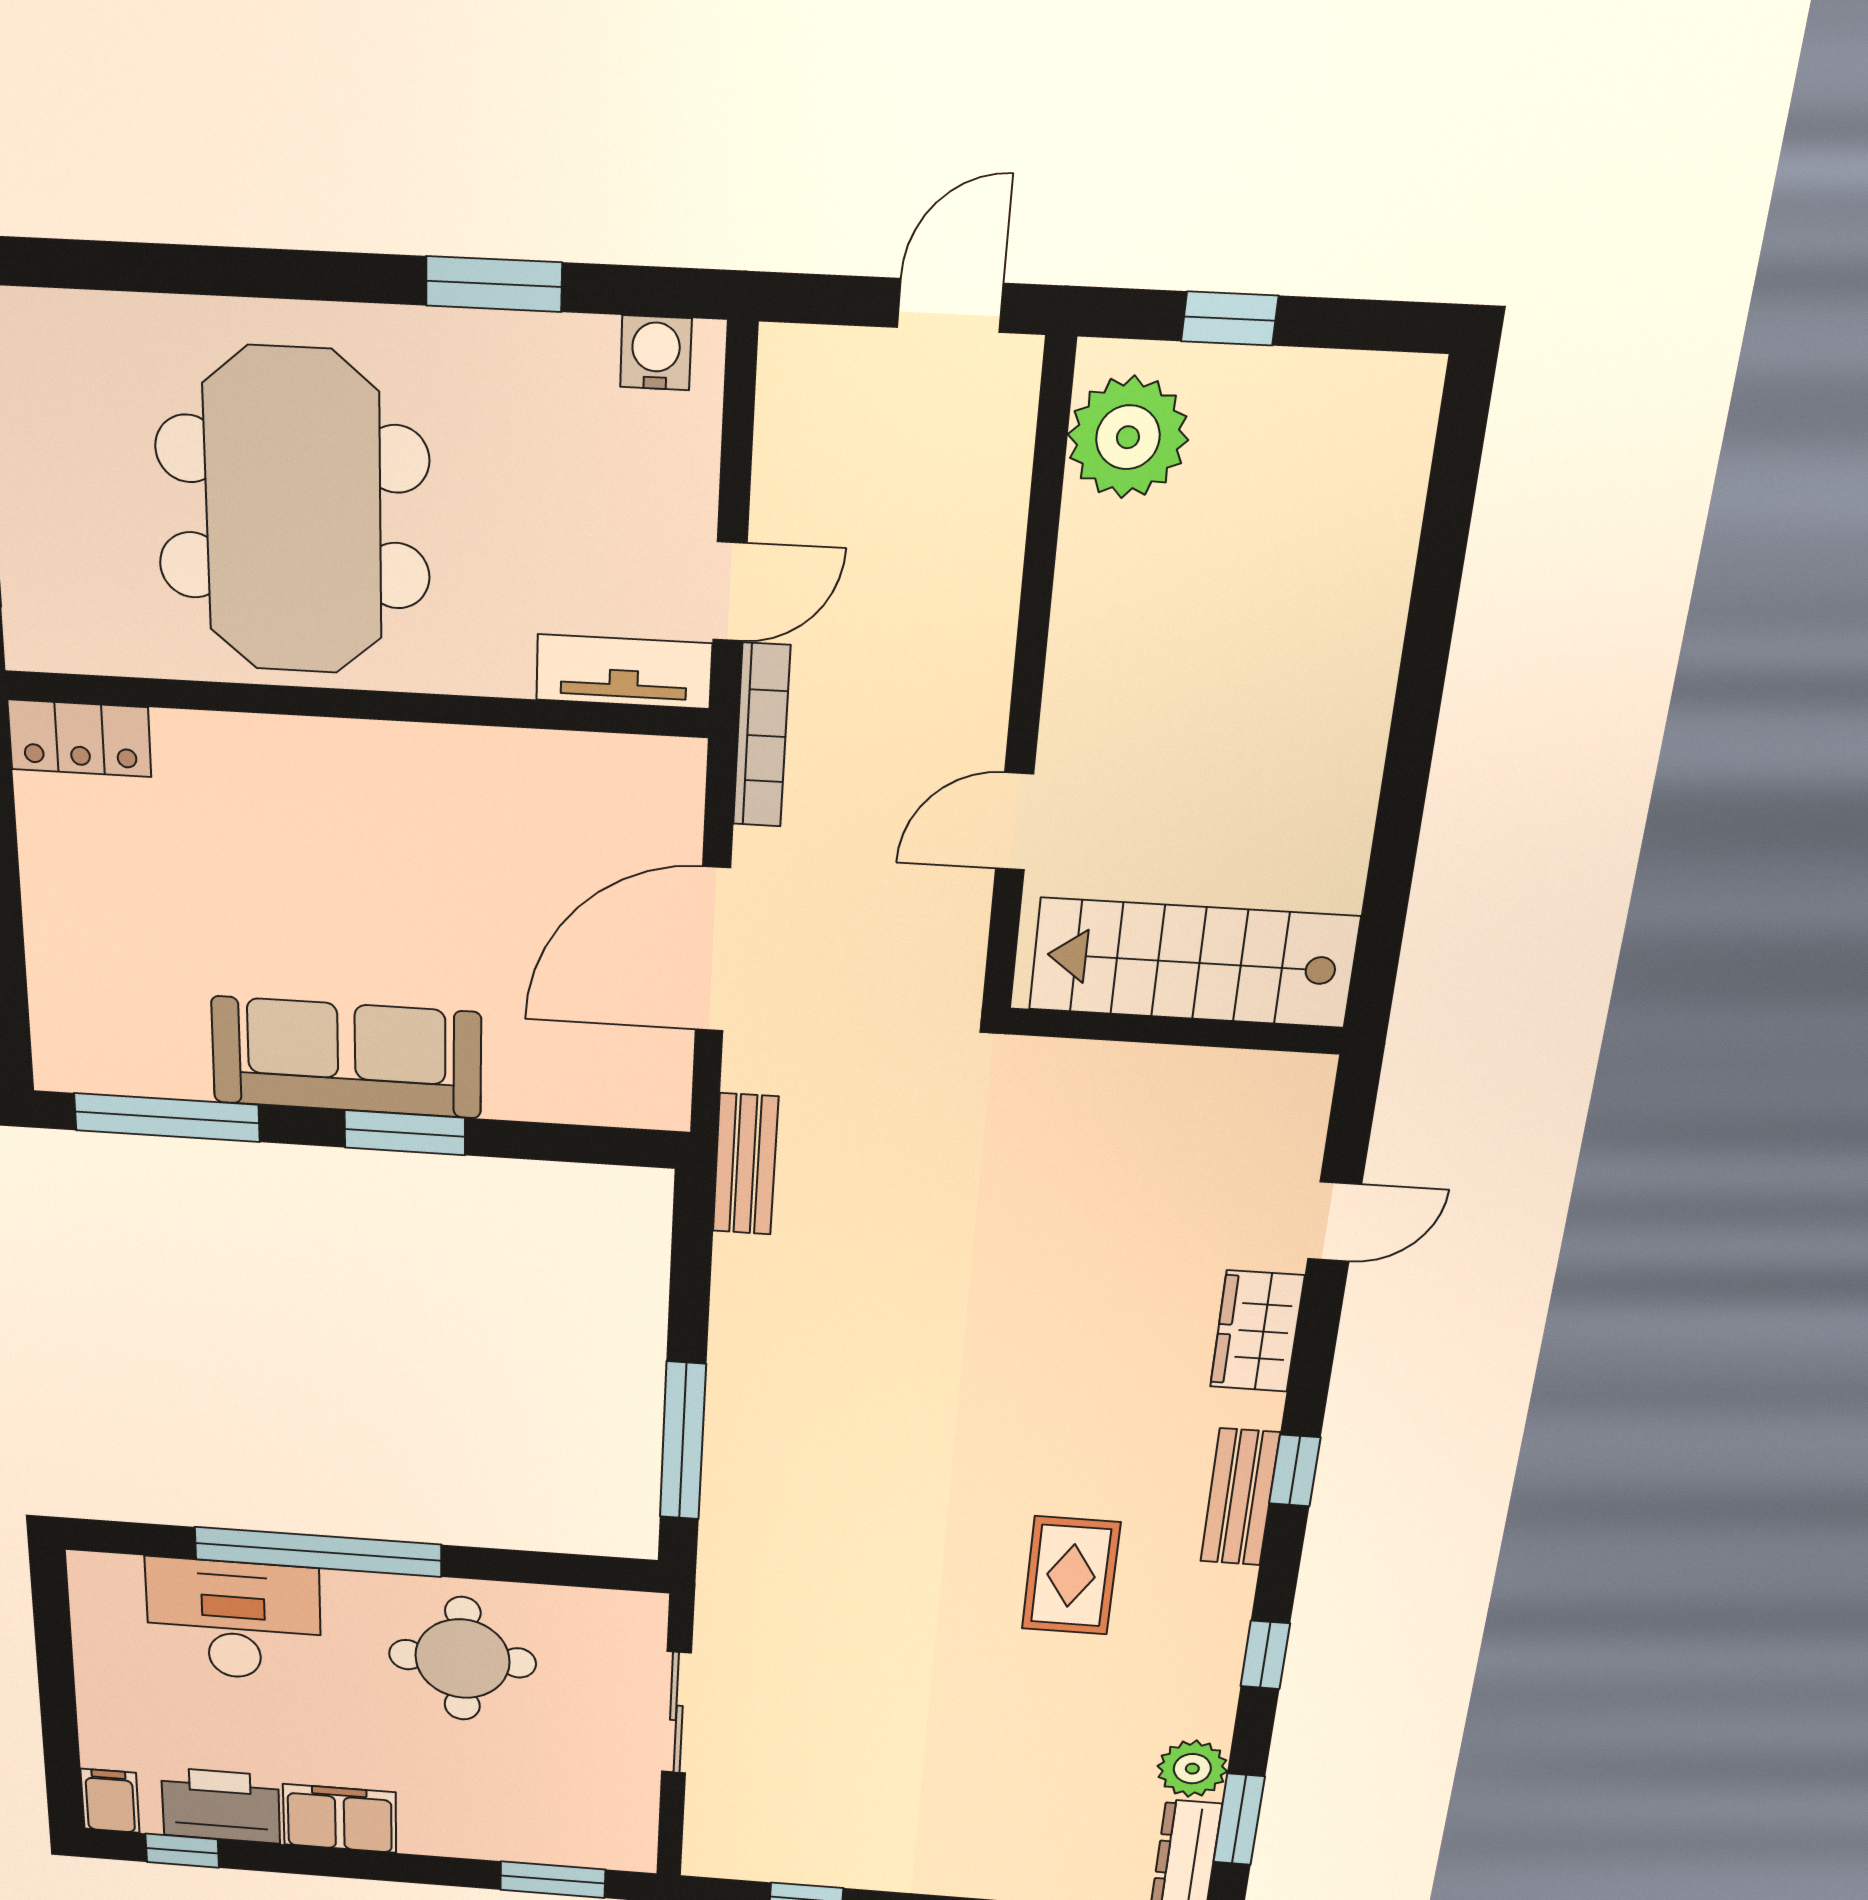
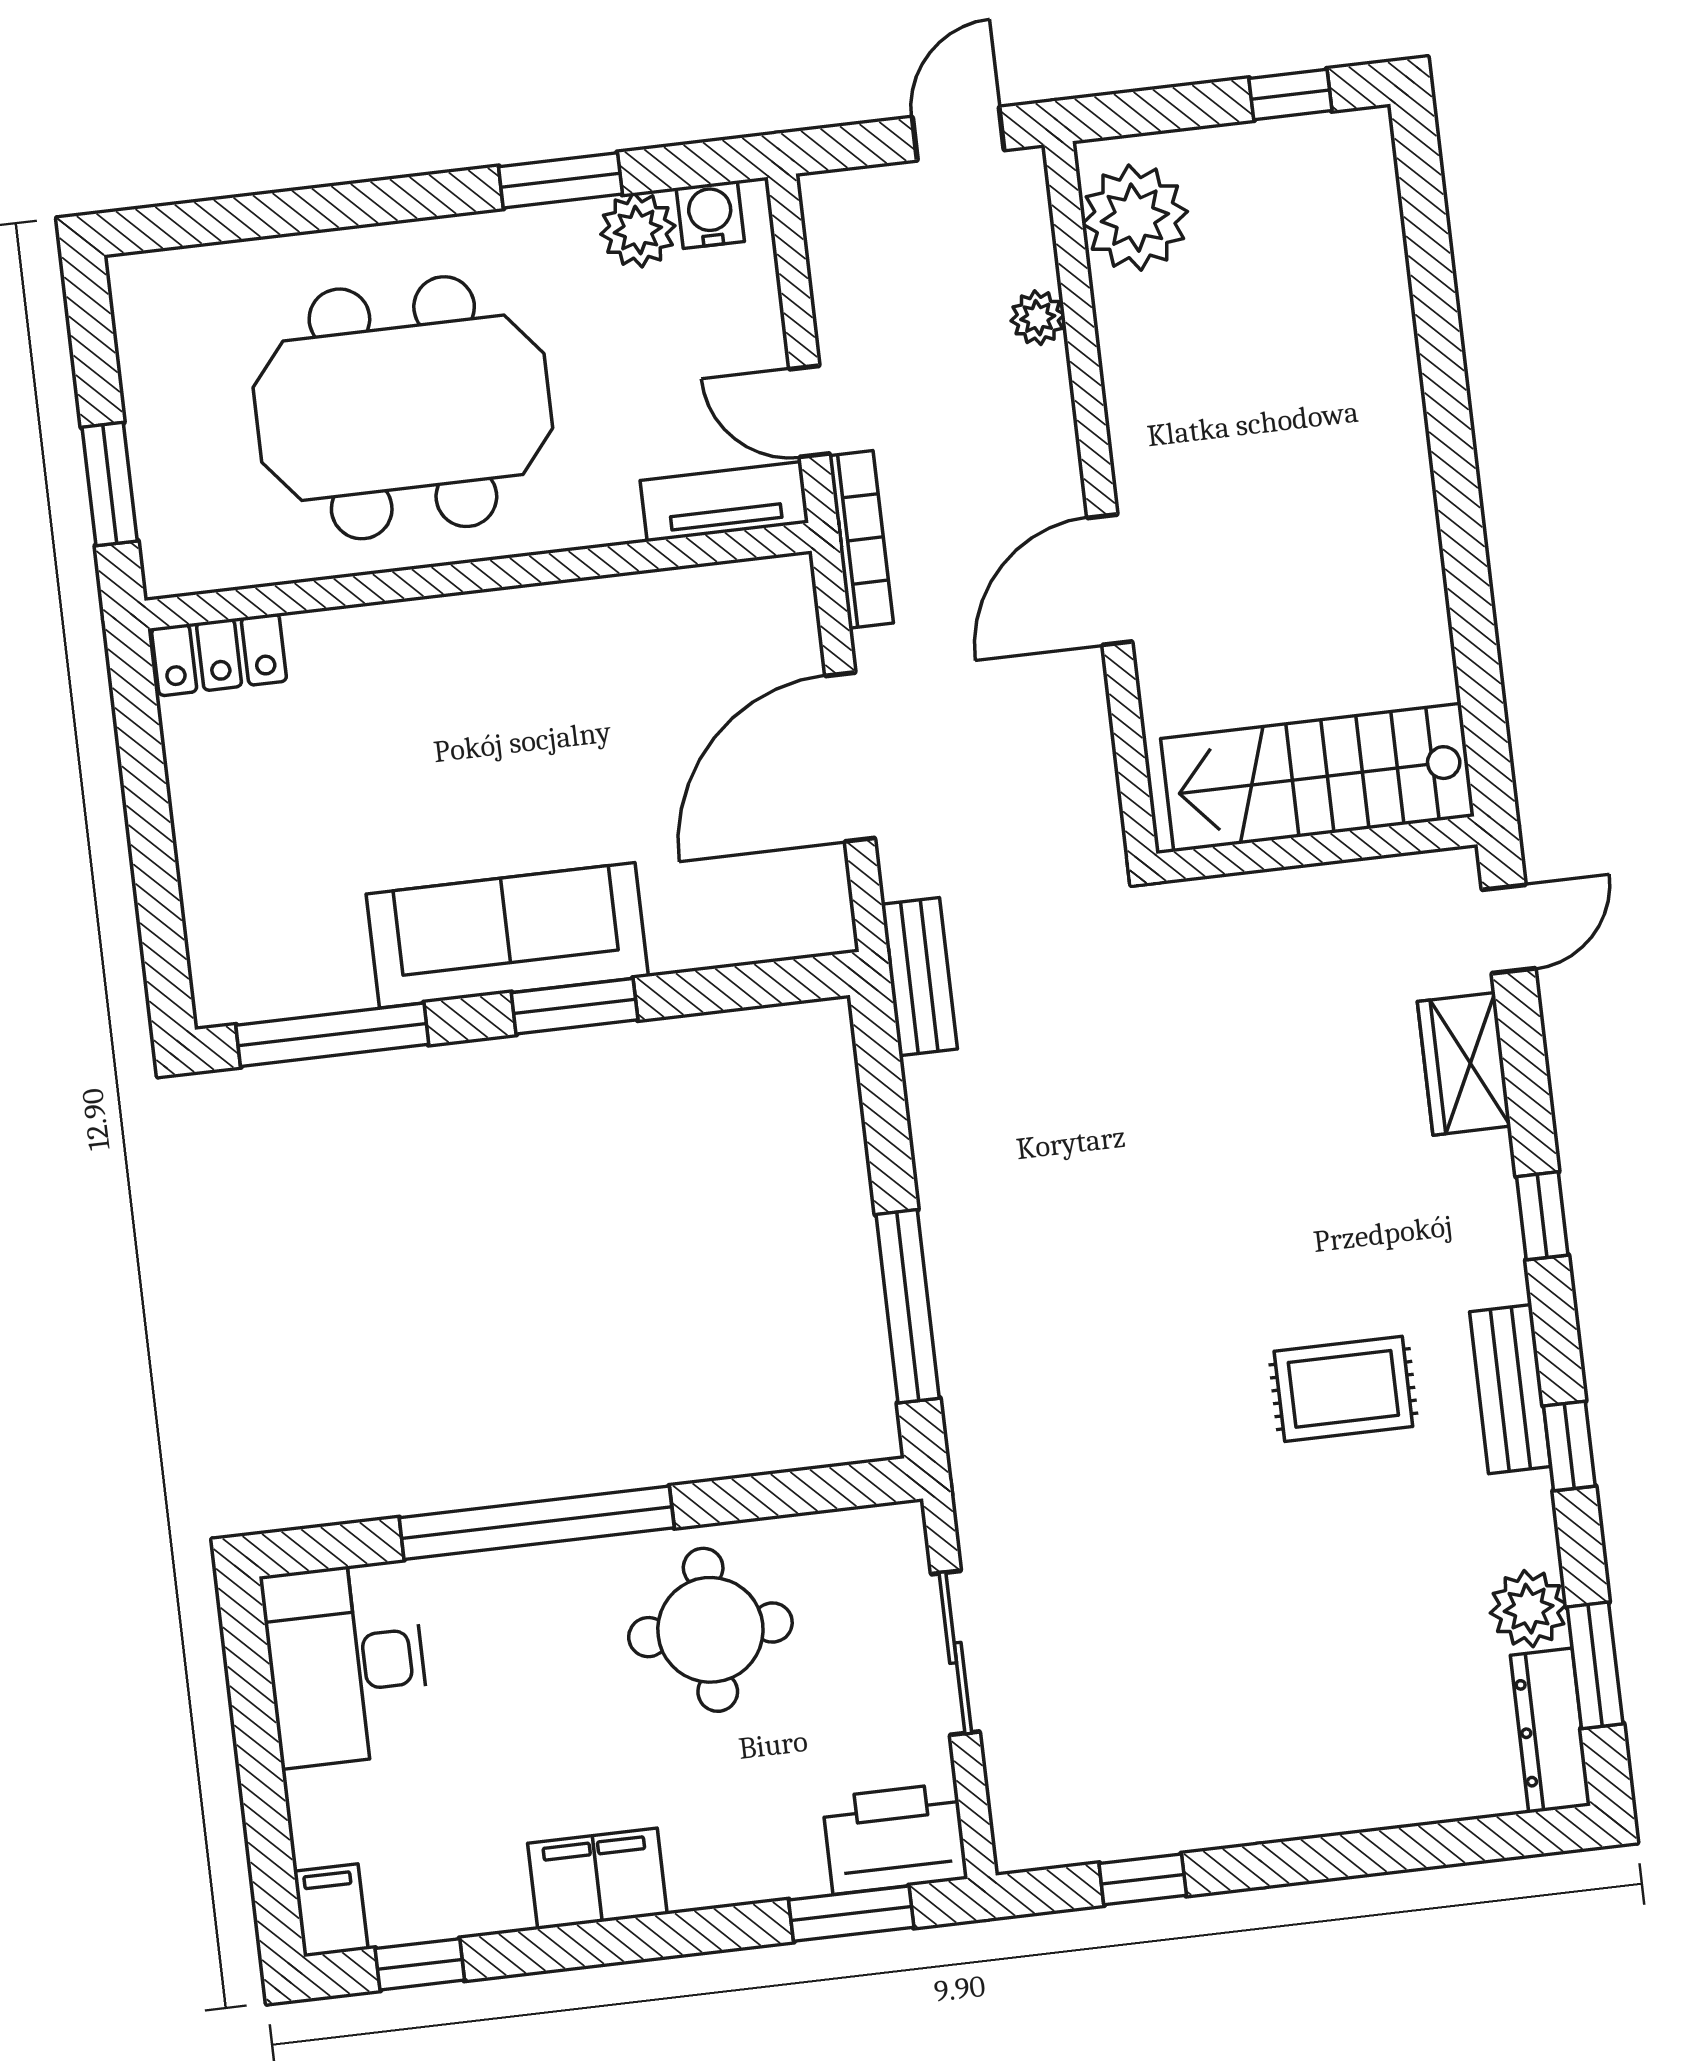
window: (1230, 319) -> (1290, 95), moved
plant: (573, 357) -> (638, 230), added
meeting table: (293, 512) -> (403, 408), turned 90
plant: (996, 531) -> (1038, 318), added
door: (730, 591) -> (810, 411), swing flipped
door: (1014, 821) -> (1110, 580), width x1.38
stairs: (1193, 963) -> (1317, 777), moved
wall: (1175, 1031) -> (1317, 849), moved
bench: (1240, 1497) -> (1510, 1389), moved
rug: (1071, 1576) -> (1343, 1389), turned 90
desk: (234, 1620) -> (346, 1664), moved, turned -90
printer: (221, 1806) -> (895, 1838), moved

